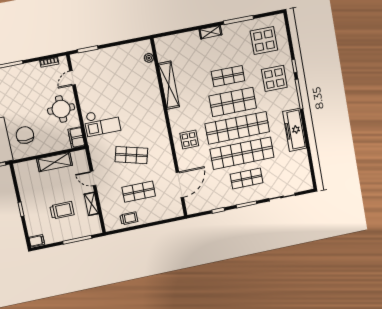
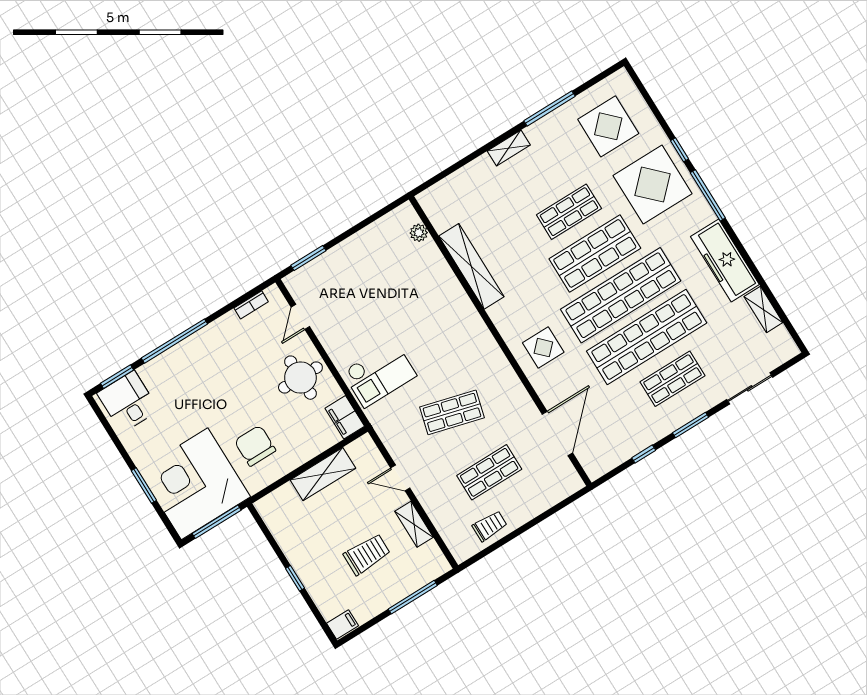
display table: (274, 78) -> (653, 185), width x1.36, depth x1.36
shelving: (304, 161) -> (763, 309), added

